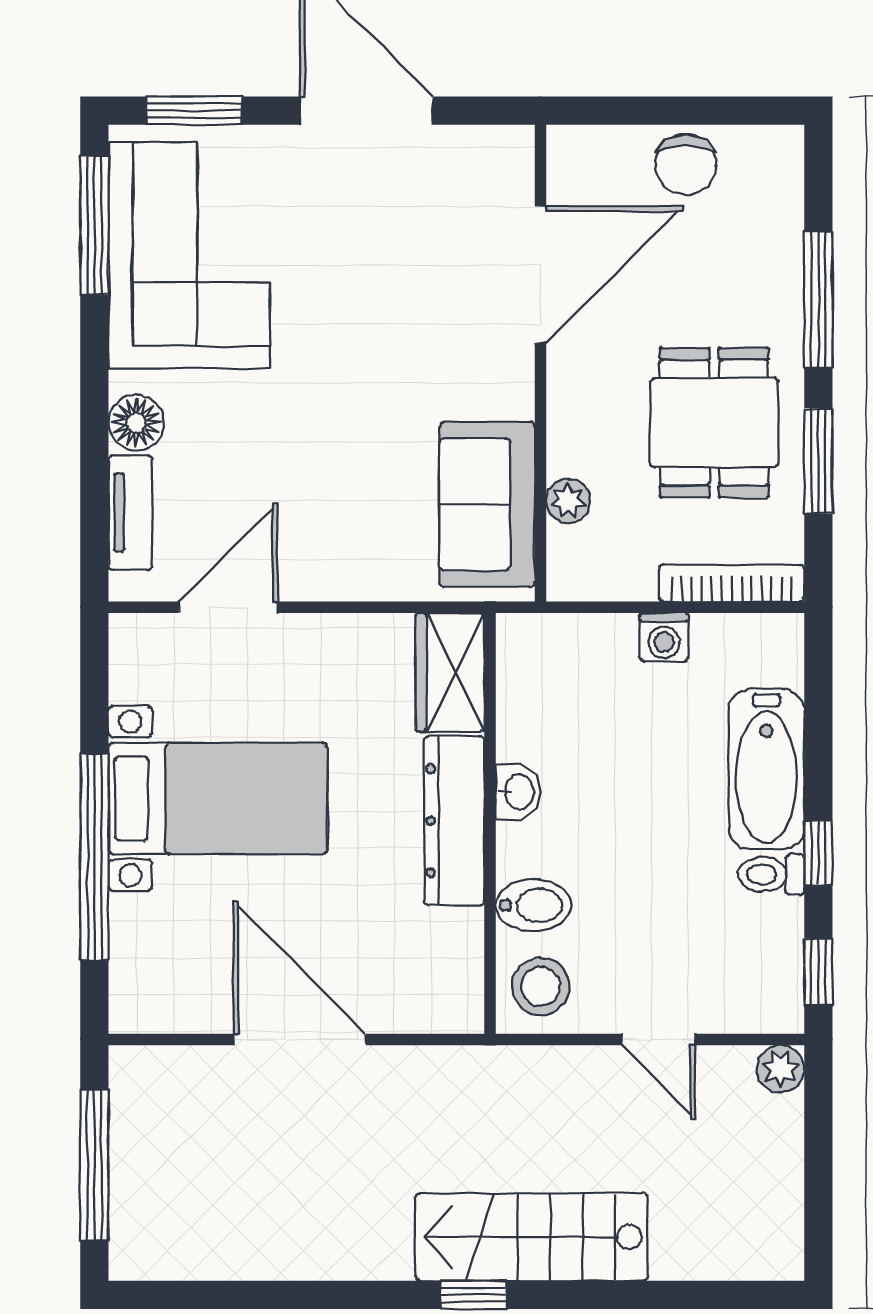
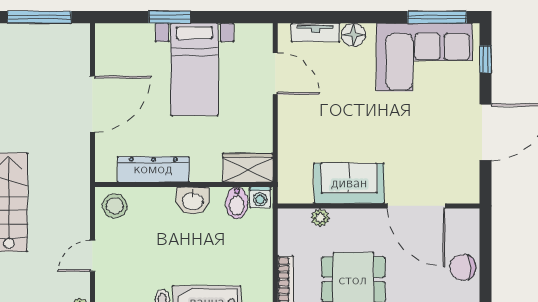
window: (194, 111) -> (486, 59), width x0.67
sofa: (487, 504) -> (349, 183), moved
washing machine: (664, 637) -> (260, 197), moved, turned -90
washbasin: (518, 792) -> (193, 201), width x1.38, depth x1.45
dresser: (454, 821) -> (153, 169), moved
window: (94, 857) -> (170, 17), width x0.47
bidet: (533, 905) -> (237, 203), moved

